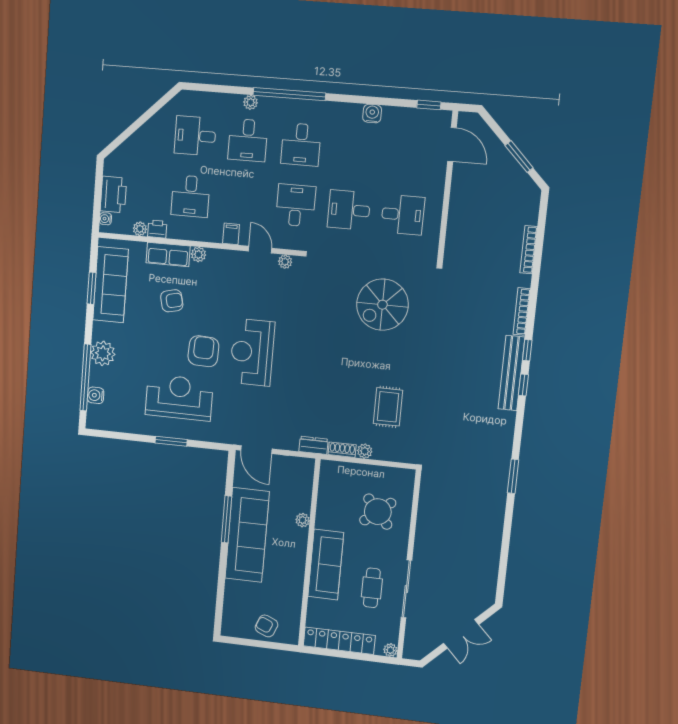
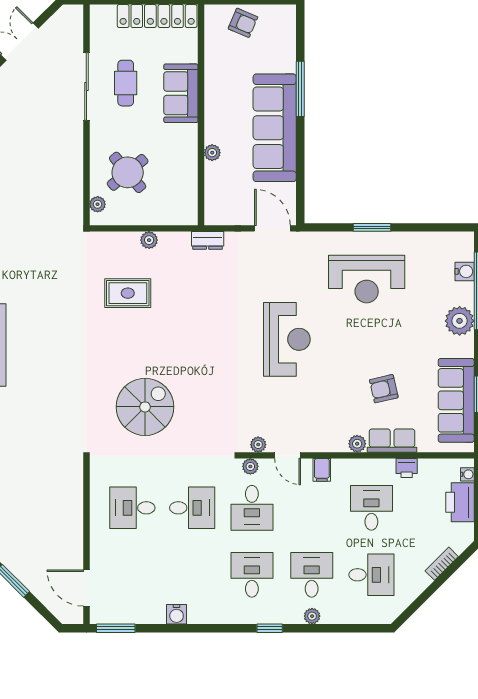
window: (289, 94) -> (270, 628), width x0.32
window: (429, 105) -> (116, 628), width x1.50
bookcase: (133, 141) -> (442, 564), added
plant: (140, 229) -> (250, 466), moved
armchair: (203, 351) -> (343, 335), removed
rug: (388, 407) -> (128, 293), turned 90
shoe rack: (342, 450) -> (175, 239), removed
window: (226, 519) -> (300, 89), moved
sofa: (326, 565) -> (181, 93), width x0.73
plant: (390, 650) -> (98, 204), moved

